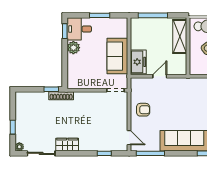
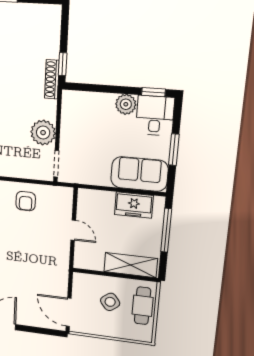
sofa: (117, 56) -> (139, 174), moved
freezer: (138, 62) -> (134, 205), moved
plant: (96, 100) -> (43, 133), added

